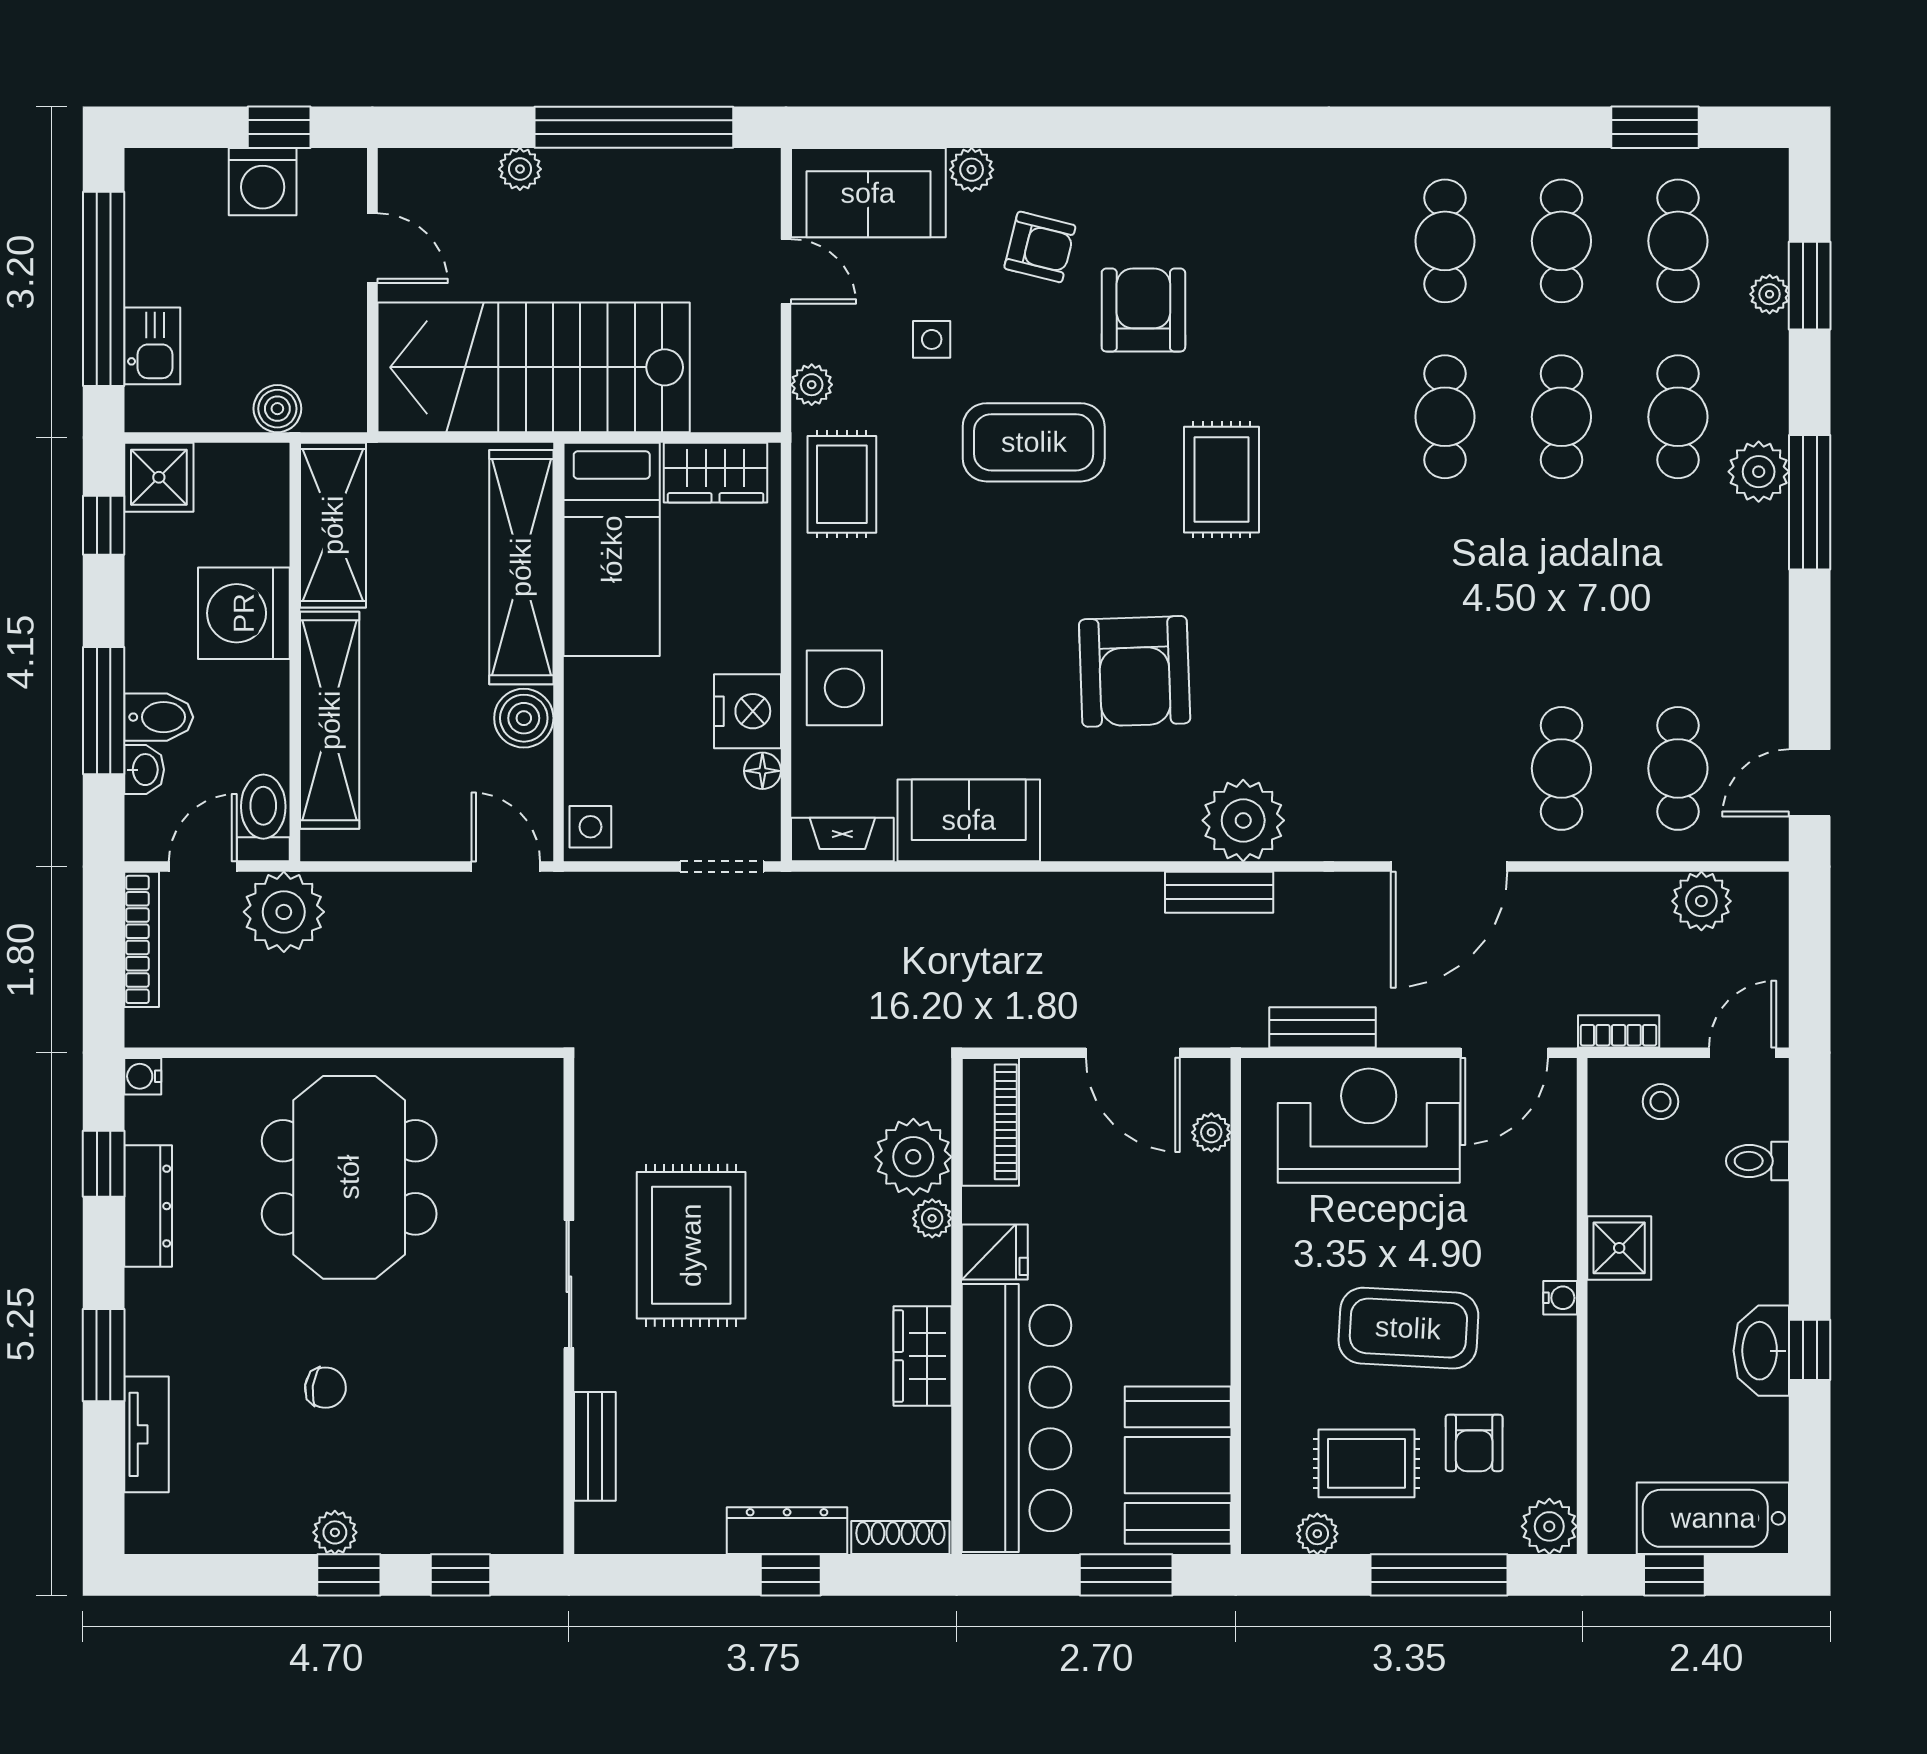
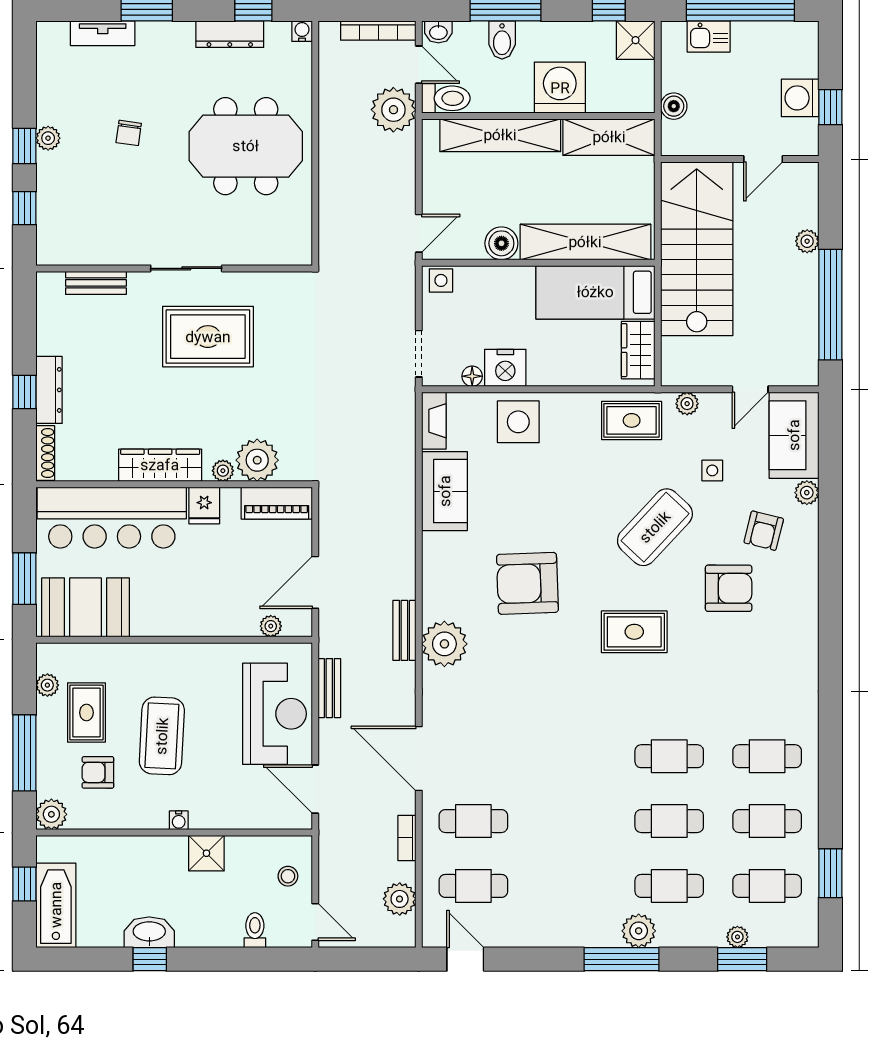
coffee table: (1034, 442) -> (655, 527), turned 43
washbasin: (144, 770) -> (438, 32), moved
bookcase: (1619, 1031) -> (407, 838), moved, turned 180
wardrobe: (923, 1356) -> (160, 465), width x1.50

